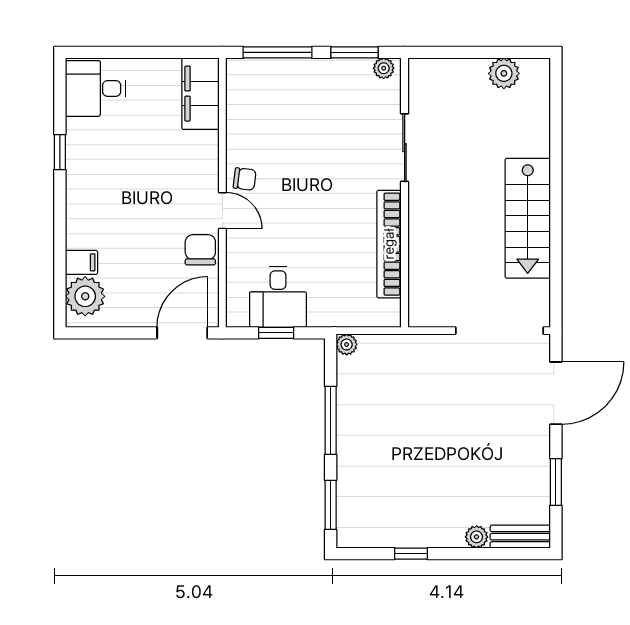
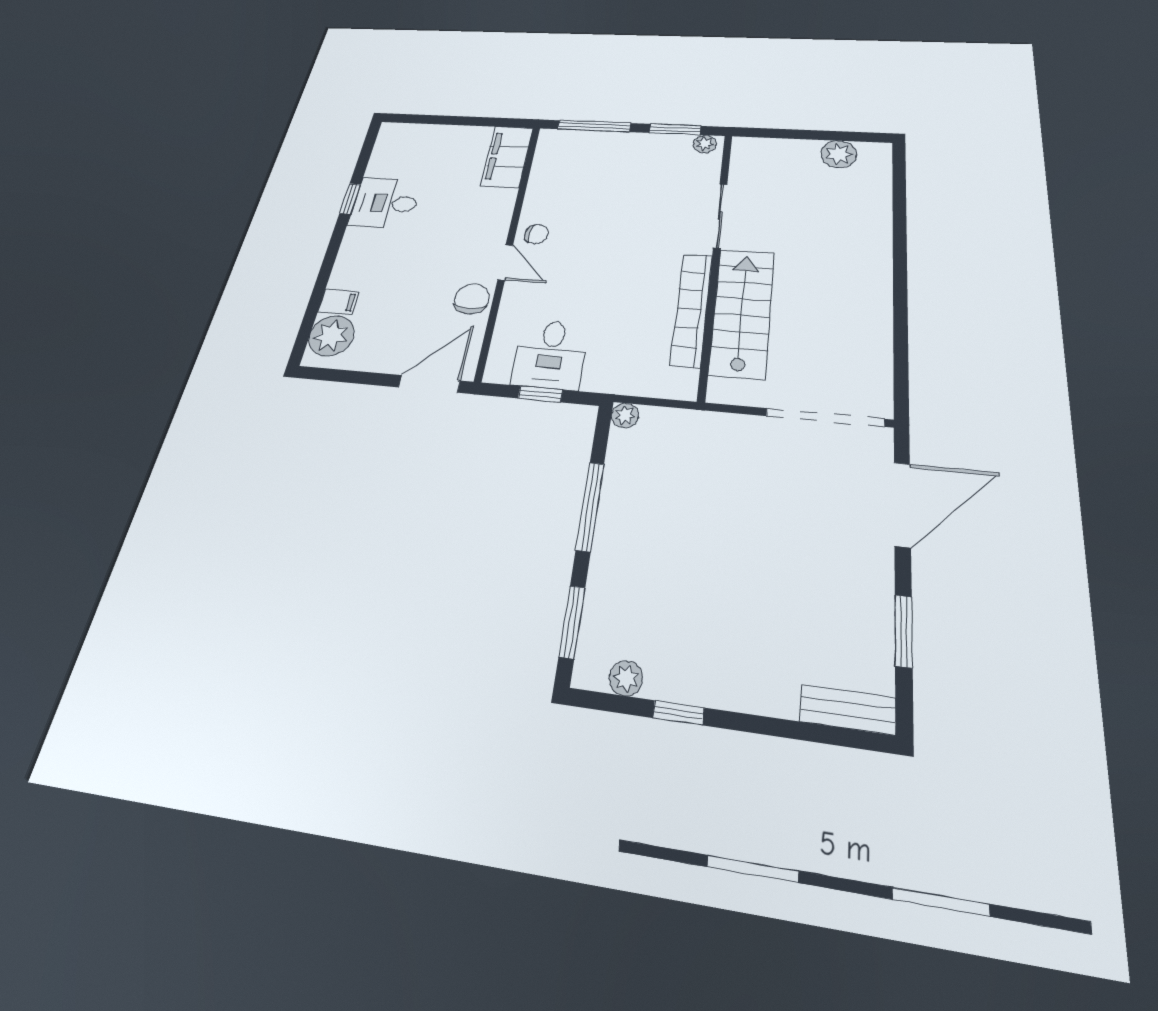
desk: (95, 88) -> (385, 203), moved
stairs: (528, 218) -> (742, 313), moved, turned 180
plant: (477, 537) -> (626, 678), moved

